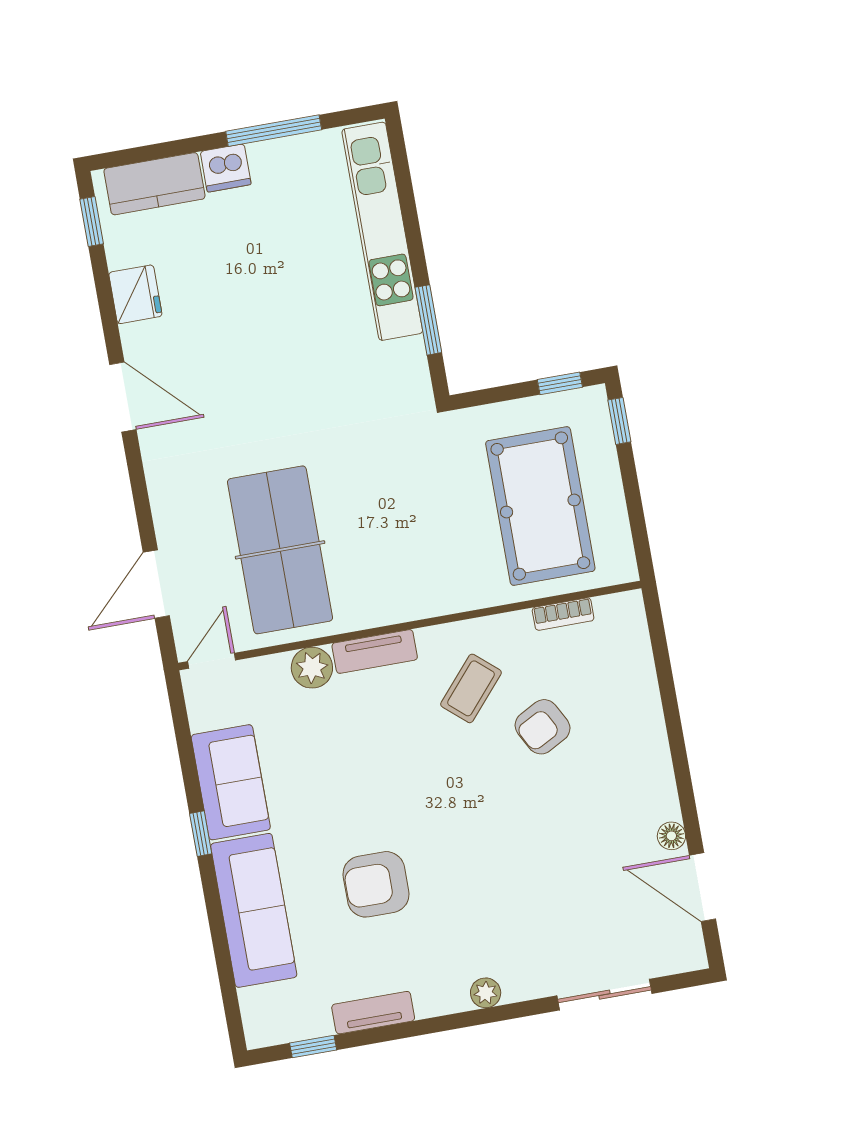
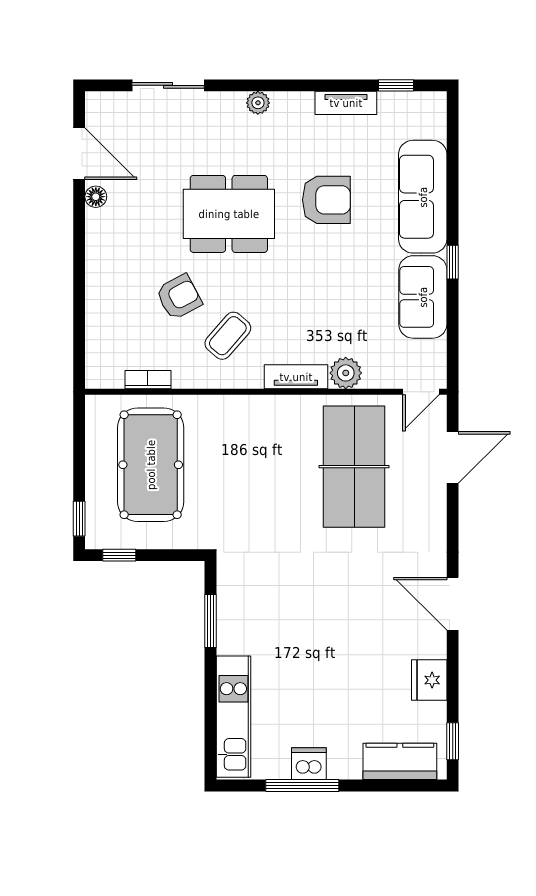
dishwasher: (226, 168) -> (309, 764), moved
kitchen unit: (382, 231) -> (233, 717), width x0.73
dining table: (498, 844) -> (229, 214), added

